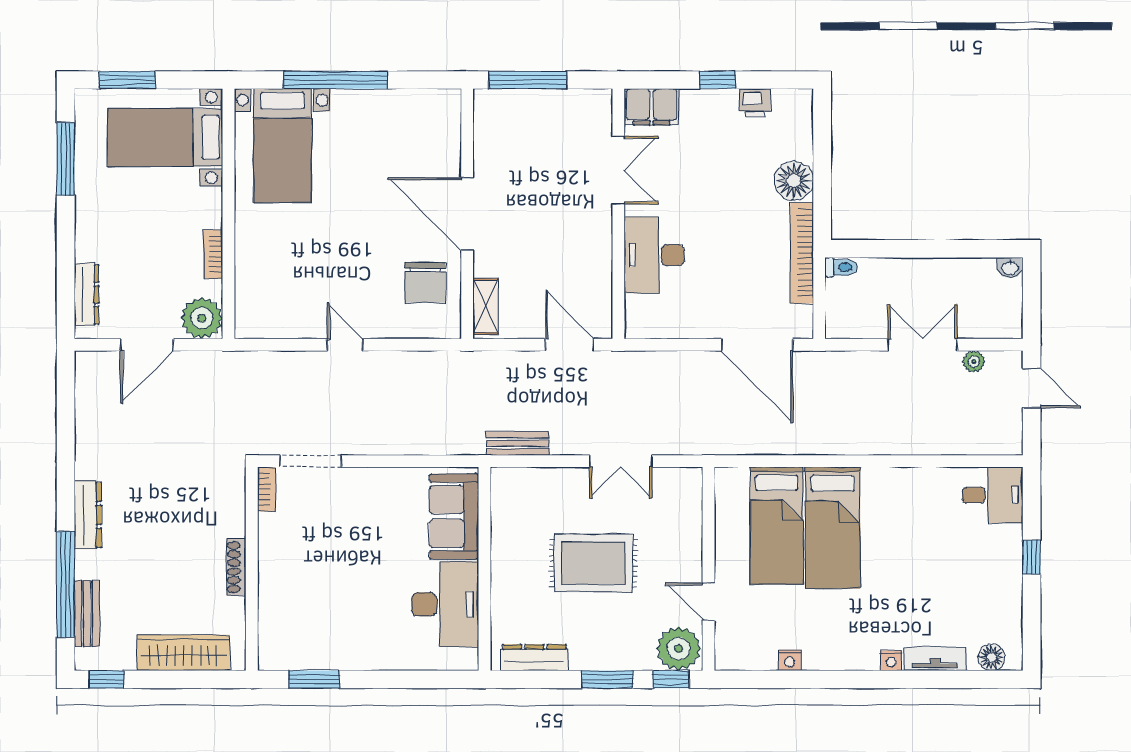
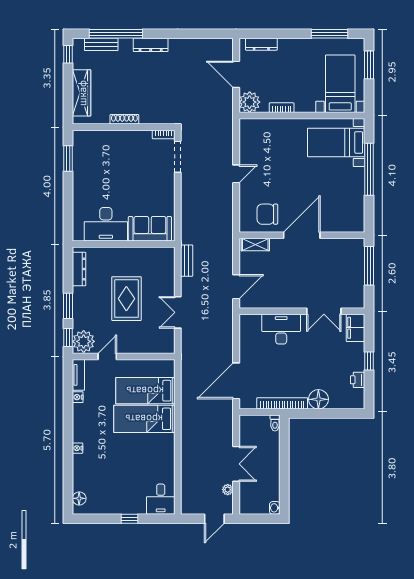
tv unit: (935, 659) -> (78, 375), moved

